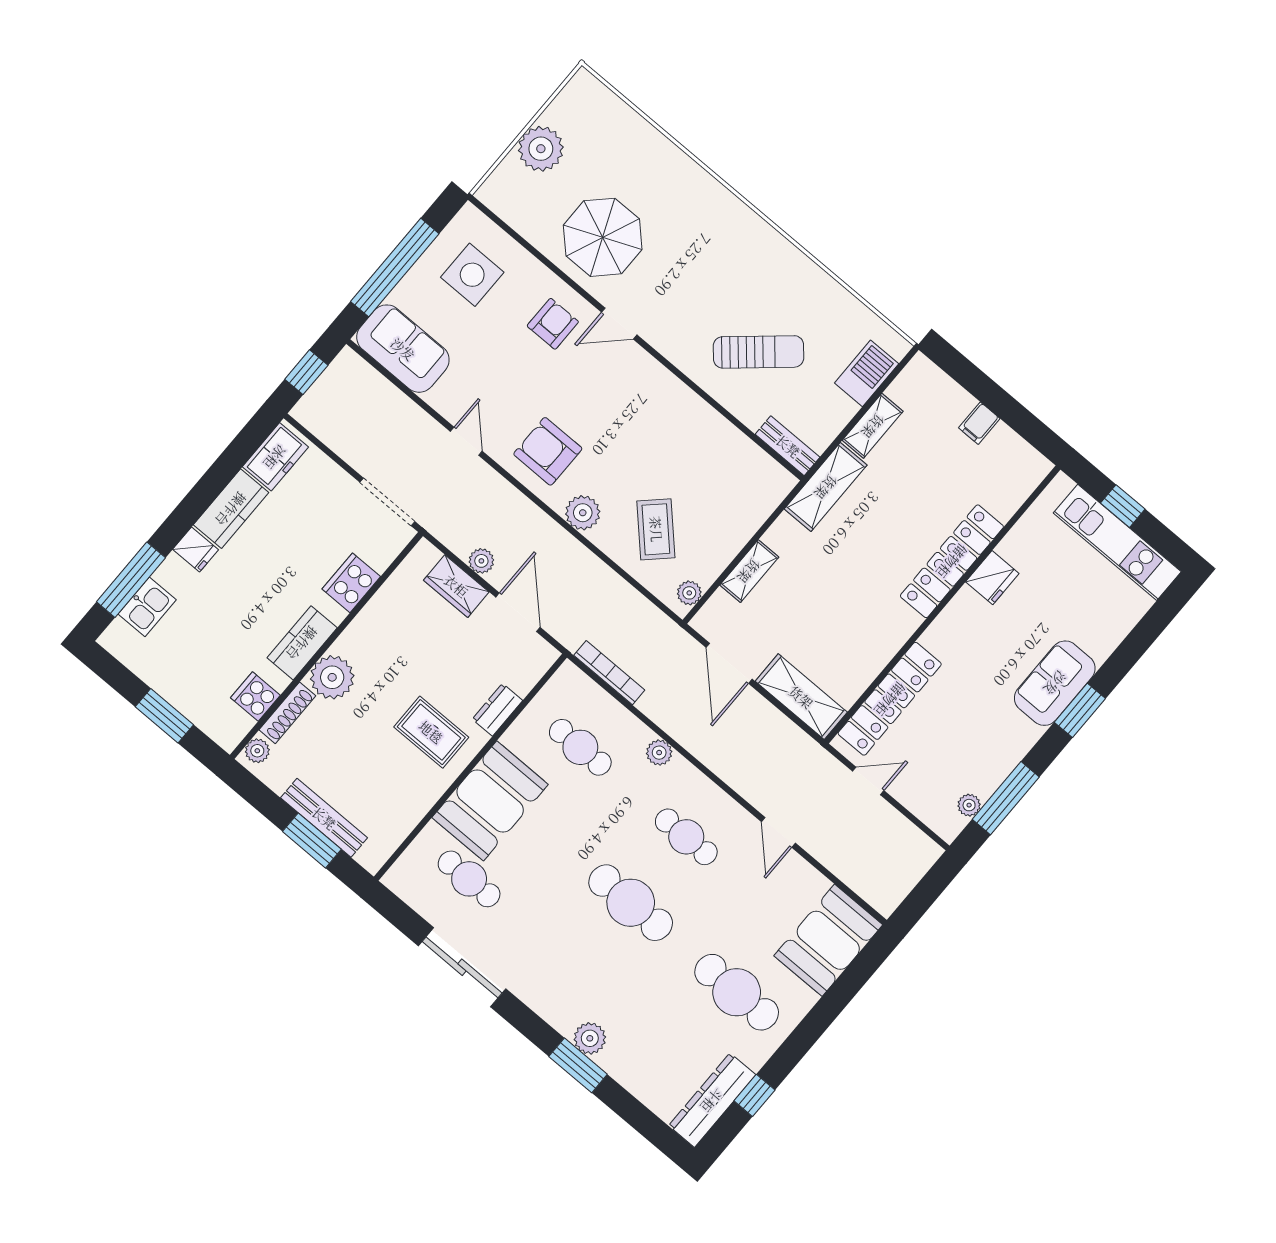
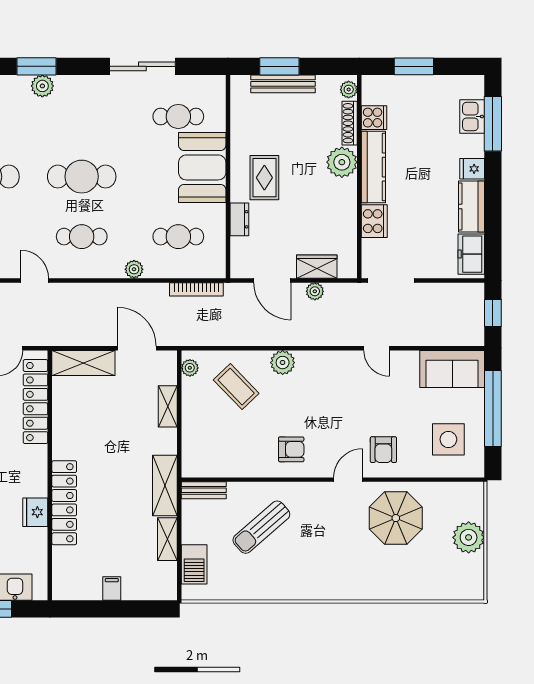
armchair: (548, 451) -> (291, 449), moved, width x0.72, depth x0.72
kitchen counter: (302, 643) -> (373, 167), width x1.50
rug: (431, 732) -> (264, 178), turned 90

